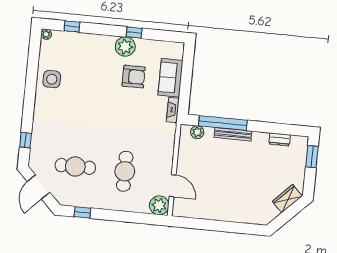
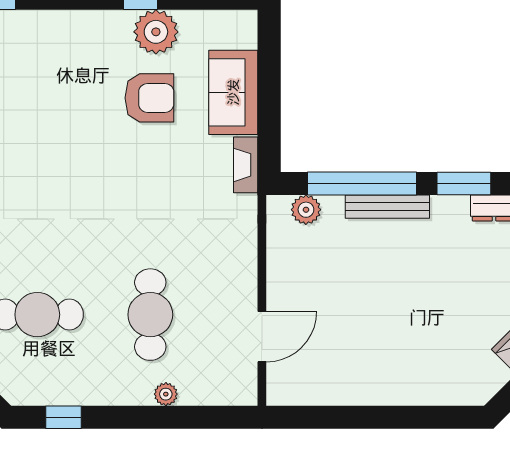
plant: (125, 47) -> (156, 32), moved
window: (267, 127) -> (464, 183), added
door: (173, 186) -> (262, 337), hinge flipped
plant: (159, 205) -> (166, 394), moved, width x0.53, depth x0.53

